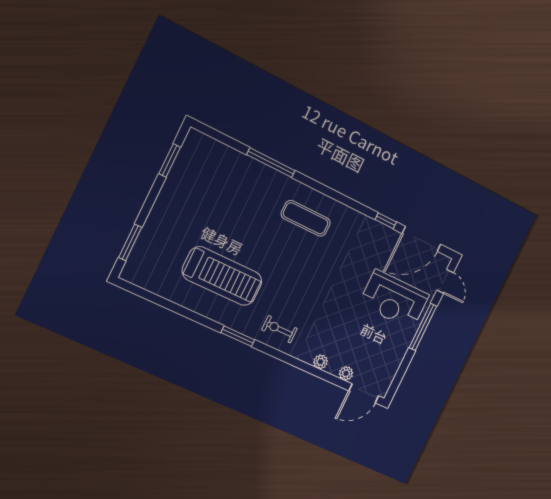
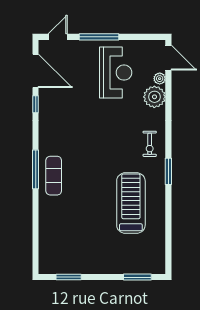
window: (271, 163) -> (36, 169), moved
exercise mat: (306, 218) -> (54, 176), moved
reception desk: (394, 300) -> (116, 73), moved
plant: (321, 362) -> (154, 97), width x1.88, depth x1.88

